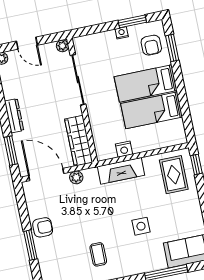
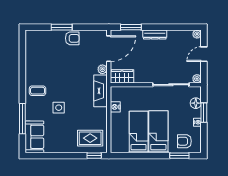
window: (132, 21) -> (204, 113), moved
floor lamp: (96, 40) -> (196, 103), added
wardrobe: (79, 141) -> (122, 76), width x0.67
fireplace: (121, 171) -> (101, 91), moved
armchair: (43, 227) -> (72, 38), turned -90
coffee table: (98, 254) -> (38, 91), moved

